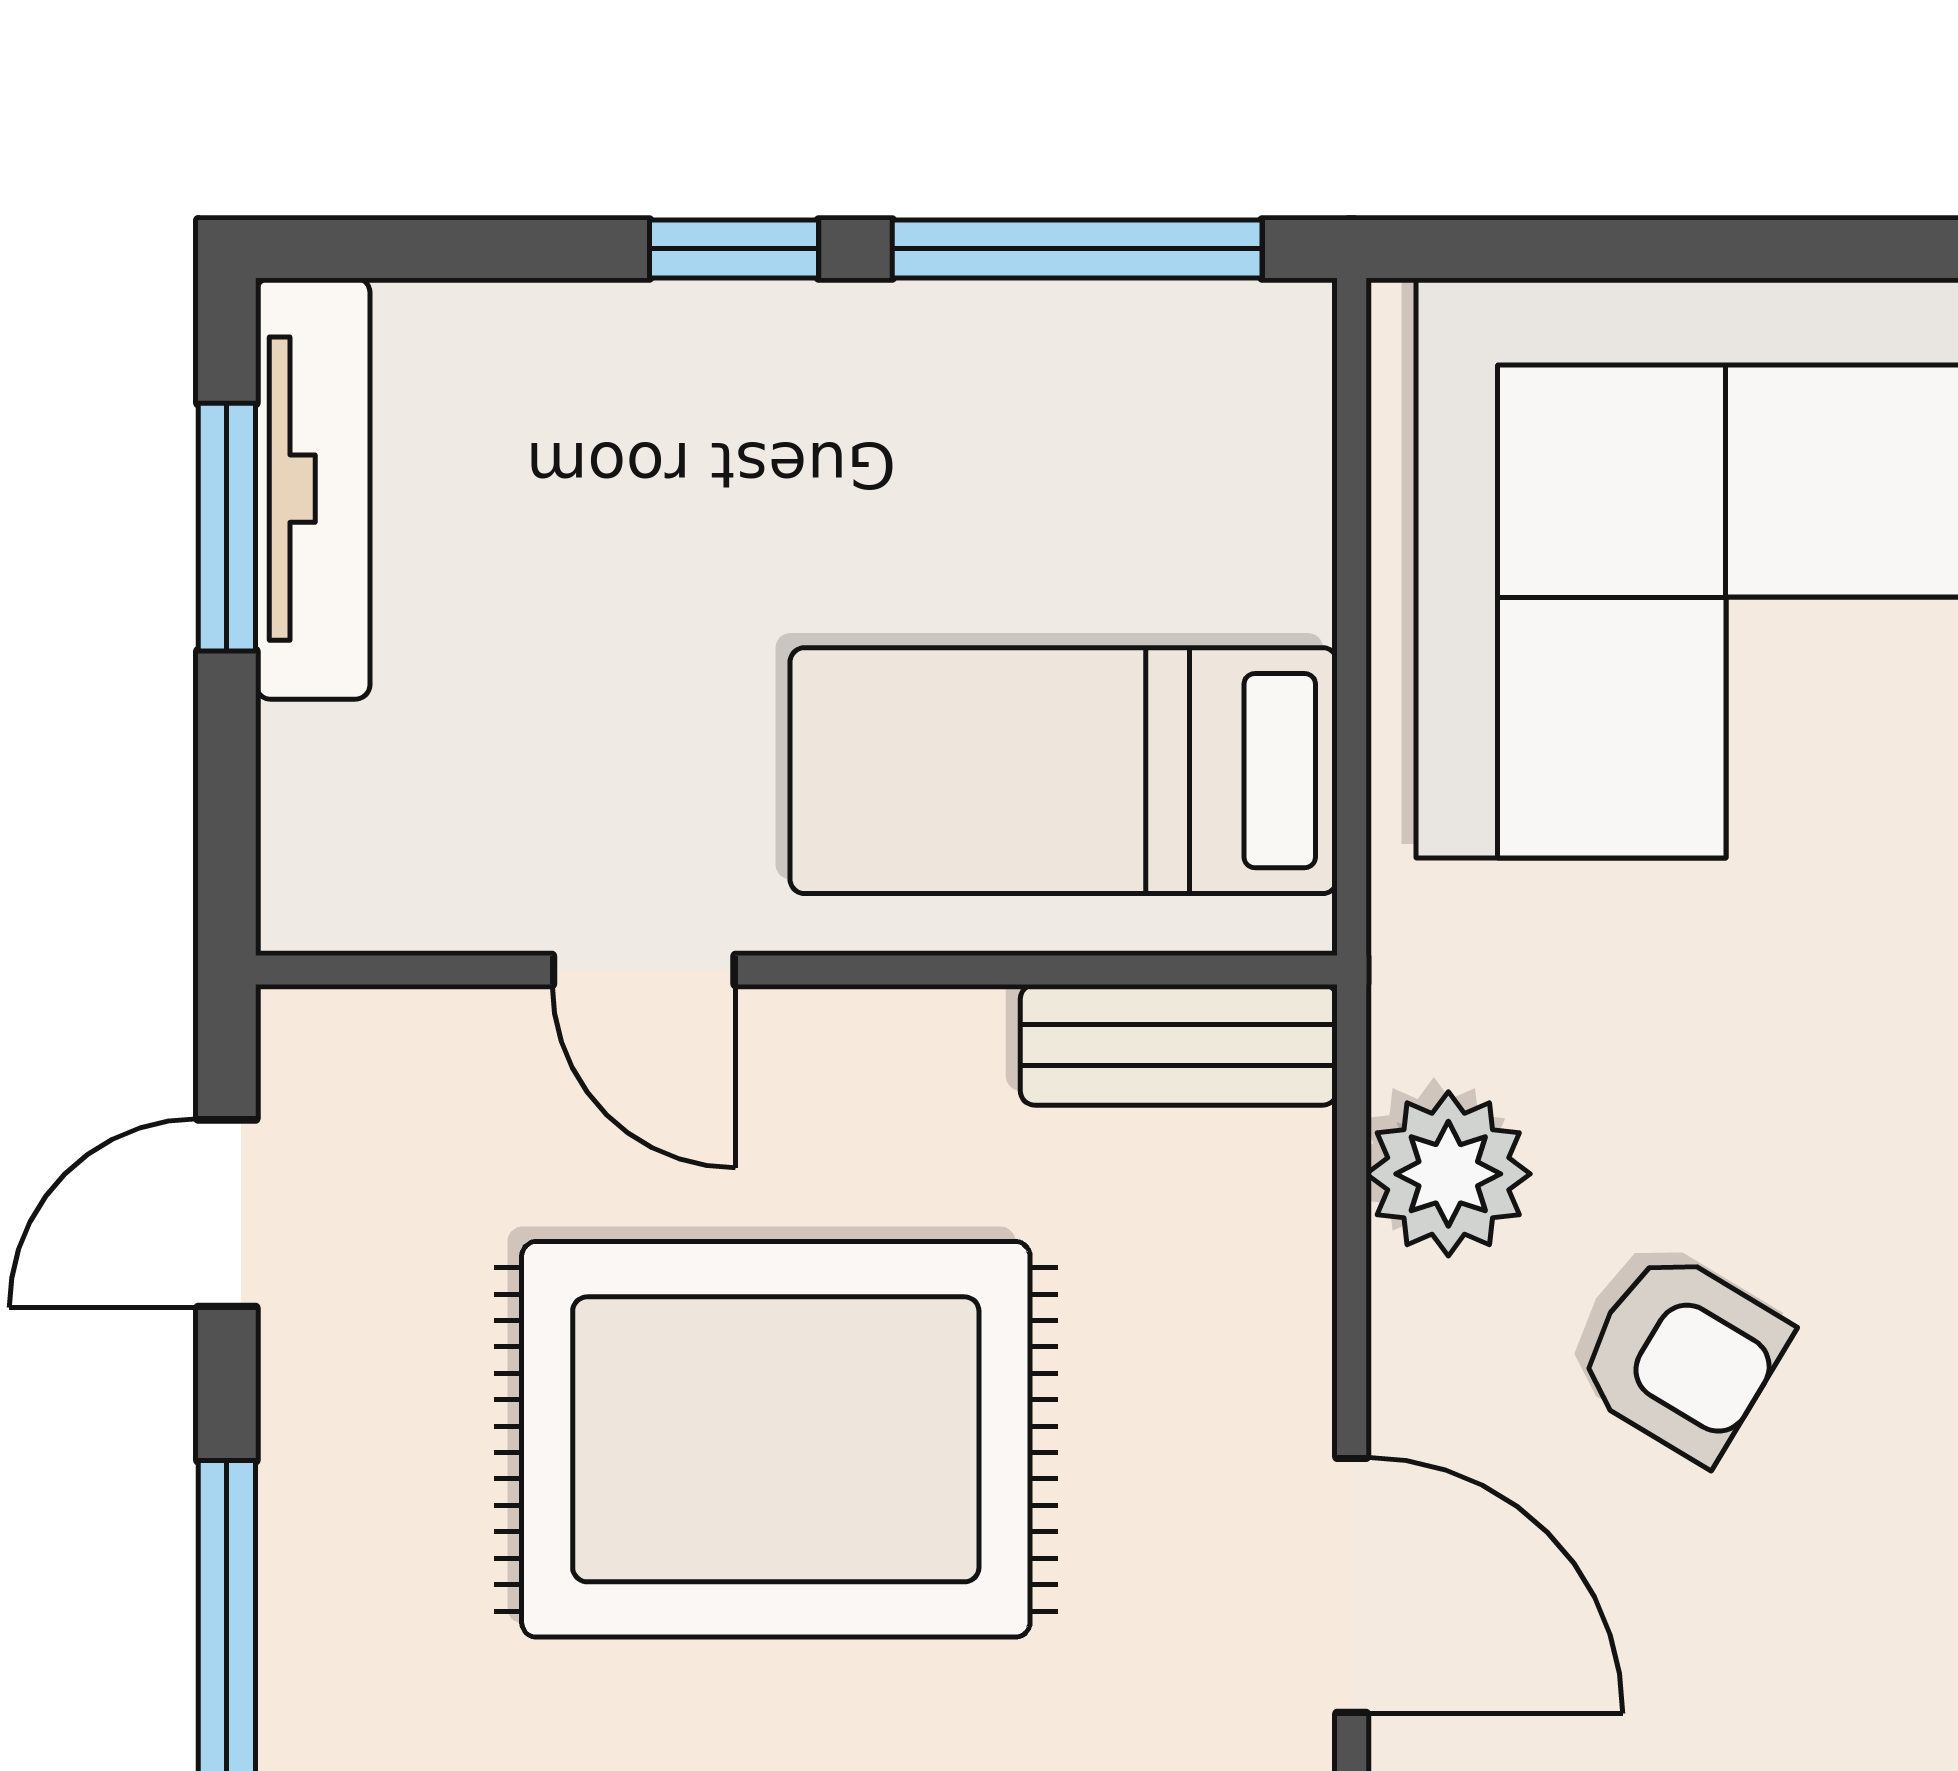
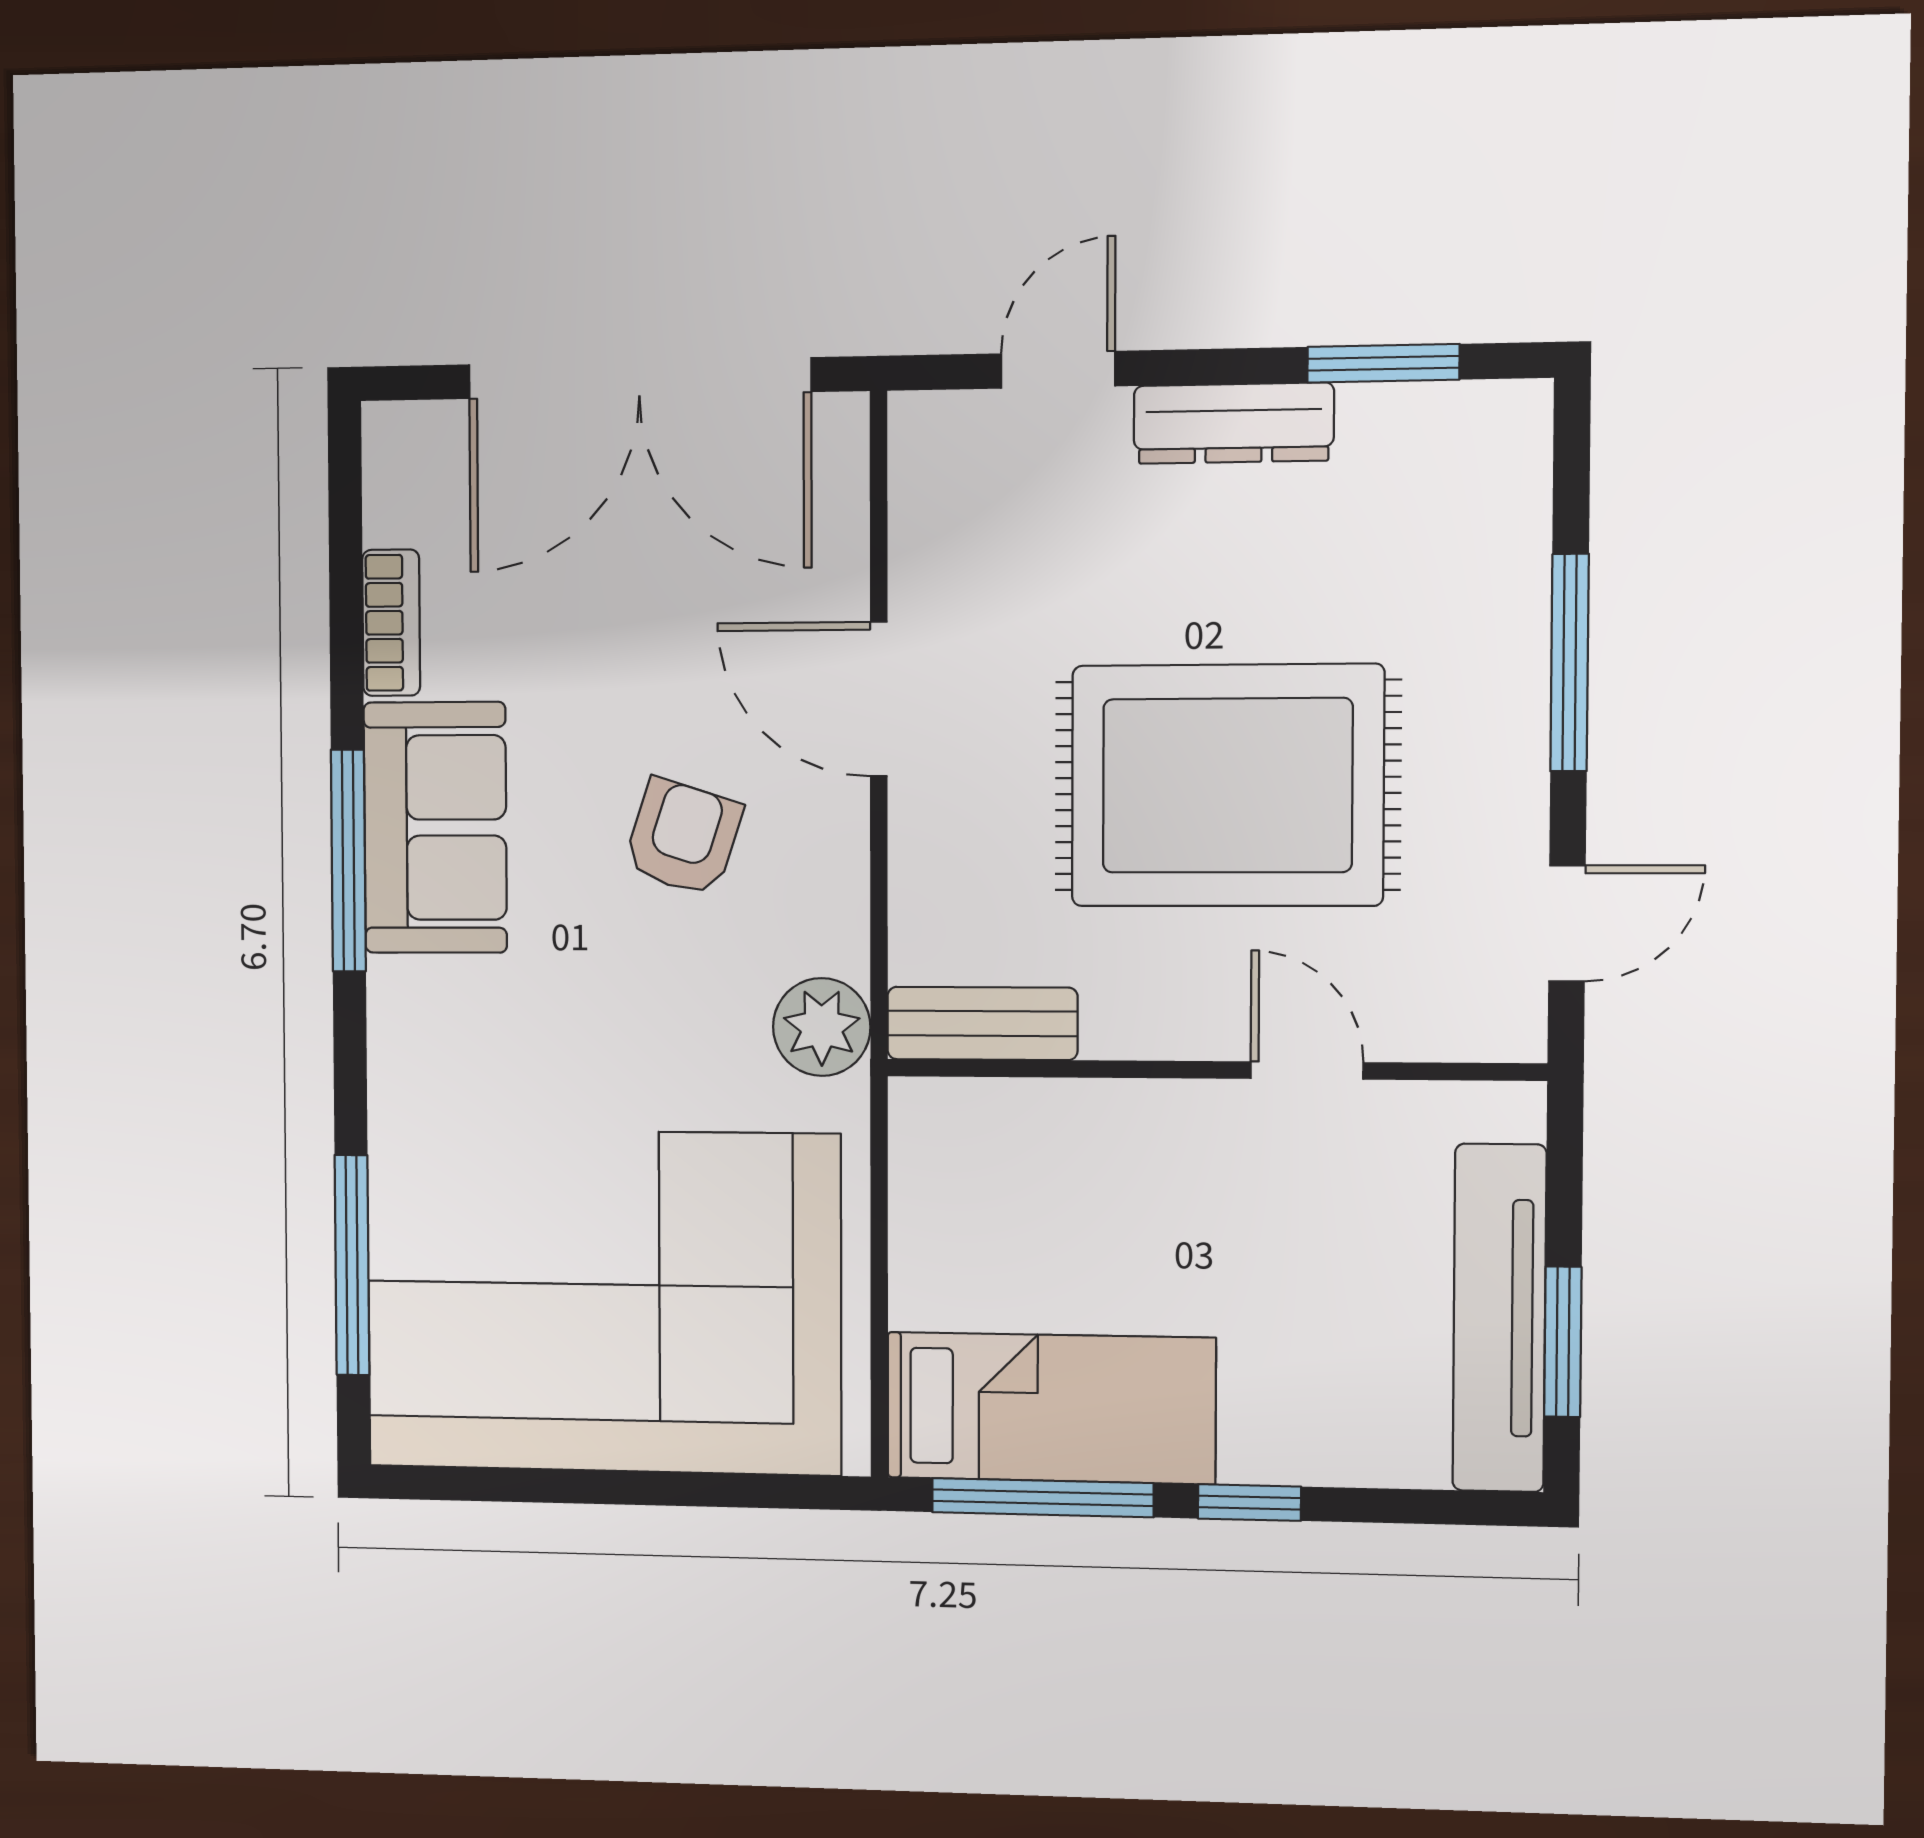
tv unit: (313, 489) -> (1499, 1318), width x1.36, depth x1.29
bed: (1064, 771) -> (1051, 1408), moved
plant: (1448, 1174) -> (822, 1027), moved
armchair: (1682, 1356) -> (683, 837), turned 77

